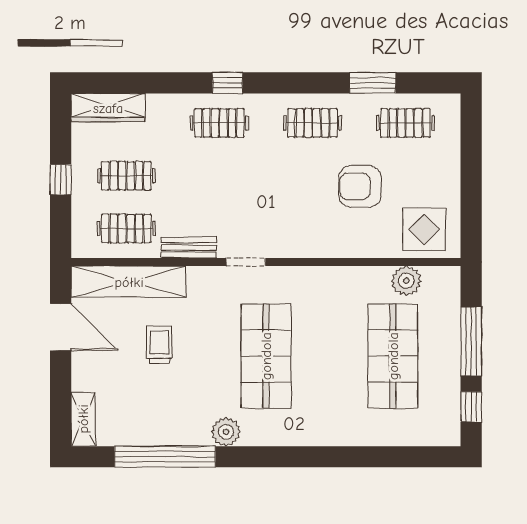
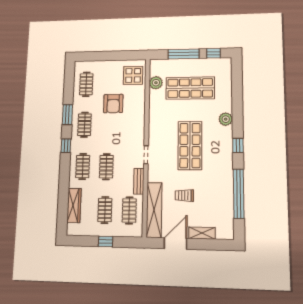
window: (227, 83) -> (66, 146), moved
window: (373, 83) -> (67, 115), moved
wardrobe: (108, 108) -> (74, 205), moved
clothes rail: (219, 176) -> (106, 167), added
shop shelf: (266, 356) -> (190, 145), turned 90
shelving: (83, 419) -> (202, 233), moved
plant: (226, 432) -> (226, 119), moved
window: (266, 457) -> (238, 145), added

